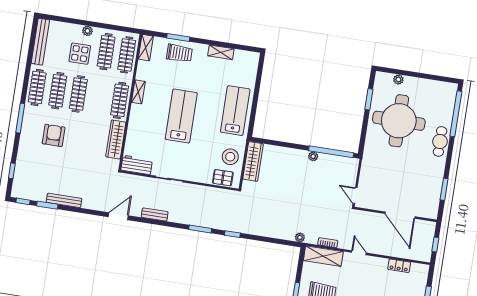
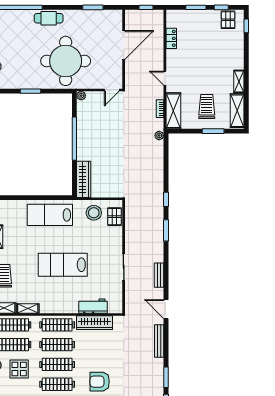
shelving: (138, 92) -> (28, 308), moved
clothes rail: (99, 97) -> (57, 345), added
window: (369, 99) -> (30, 91), moved
round table: (399, 121) -> (66, 61), moved
window: (331, 152) -> (74, 139), moved
plant: (313, 156) -> (81, 96), moved
wardrobe: (253, 161) -> (84, 179), moved, turned 90
workbench: (137, 165) -> (93, 306), moved, turned 90
bench: (64, 200) -> (159, 341), moved
door: (359, 253) -> (165, 78), hinge flipped

